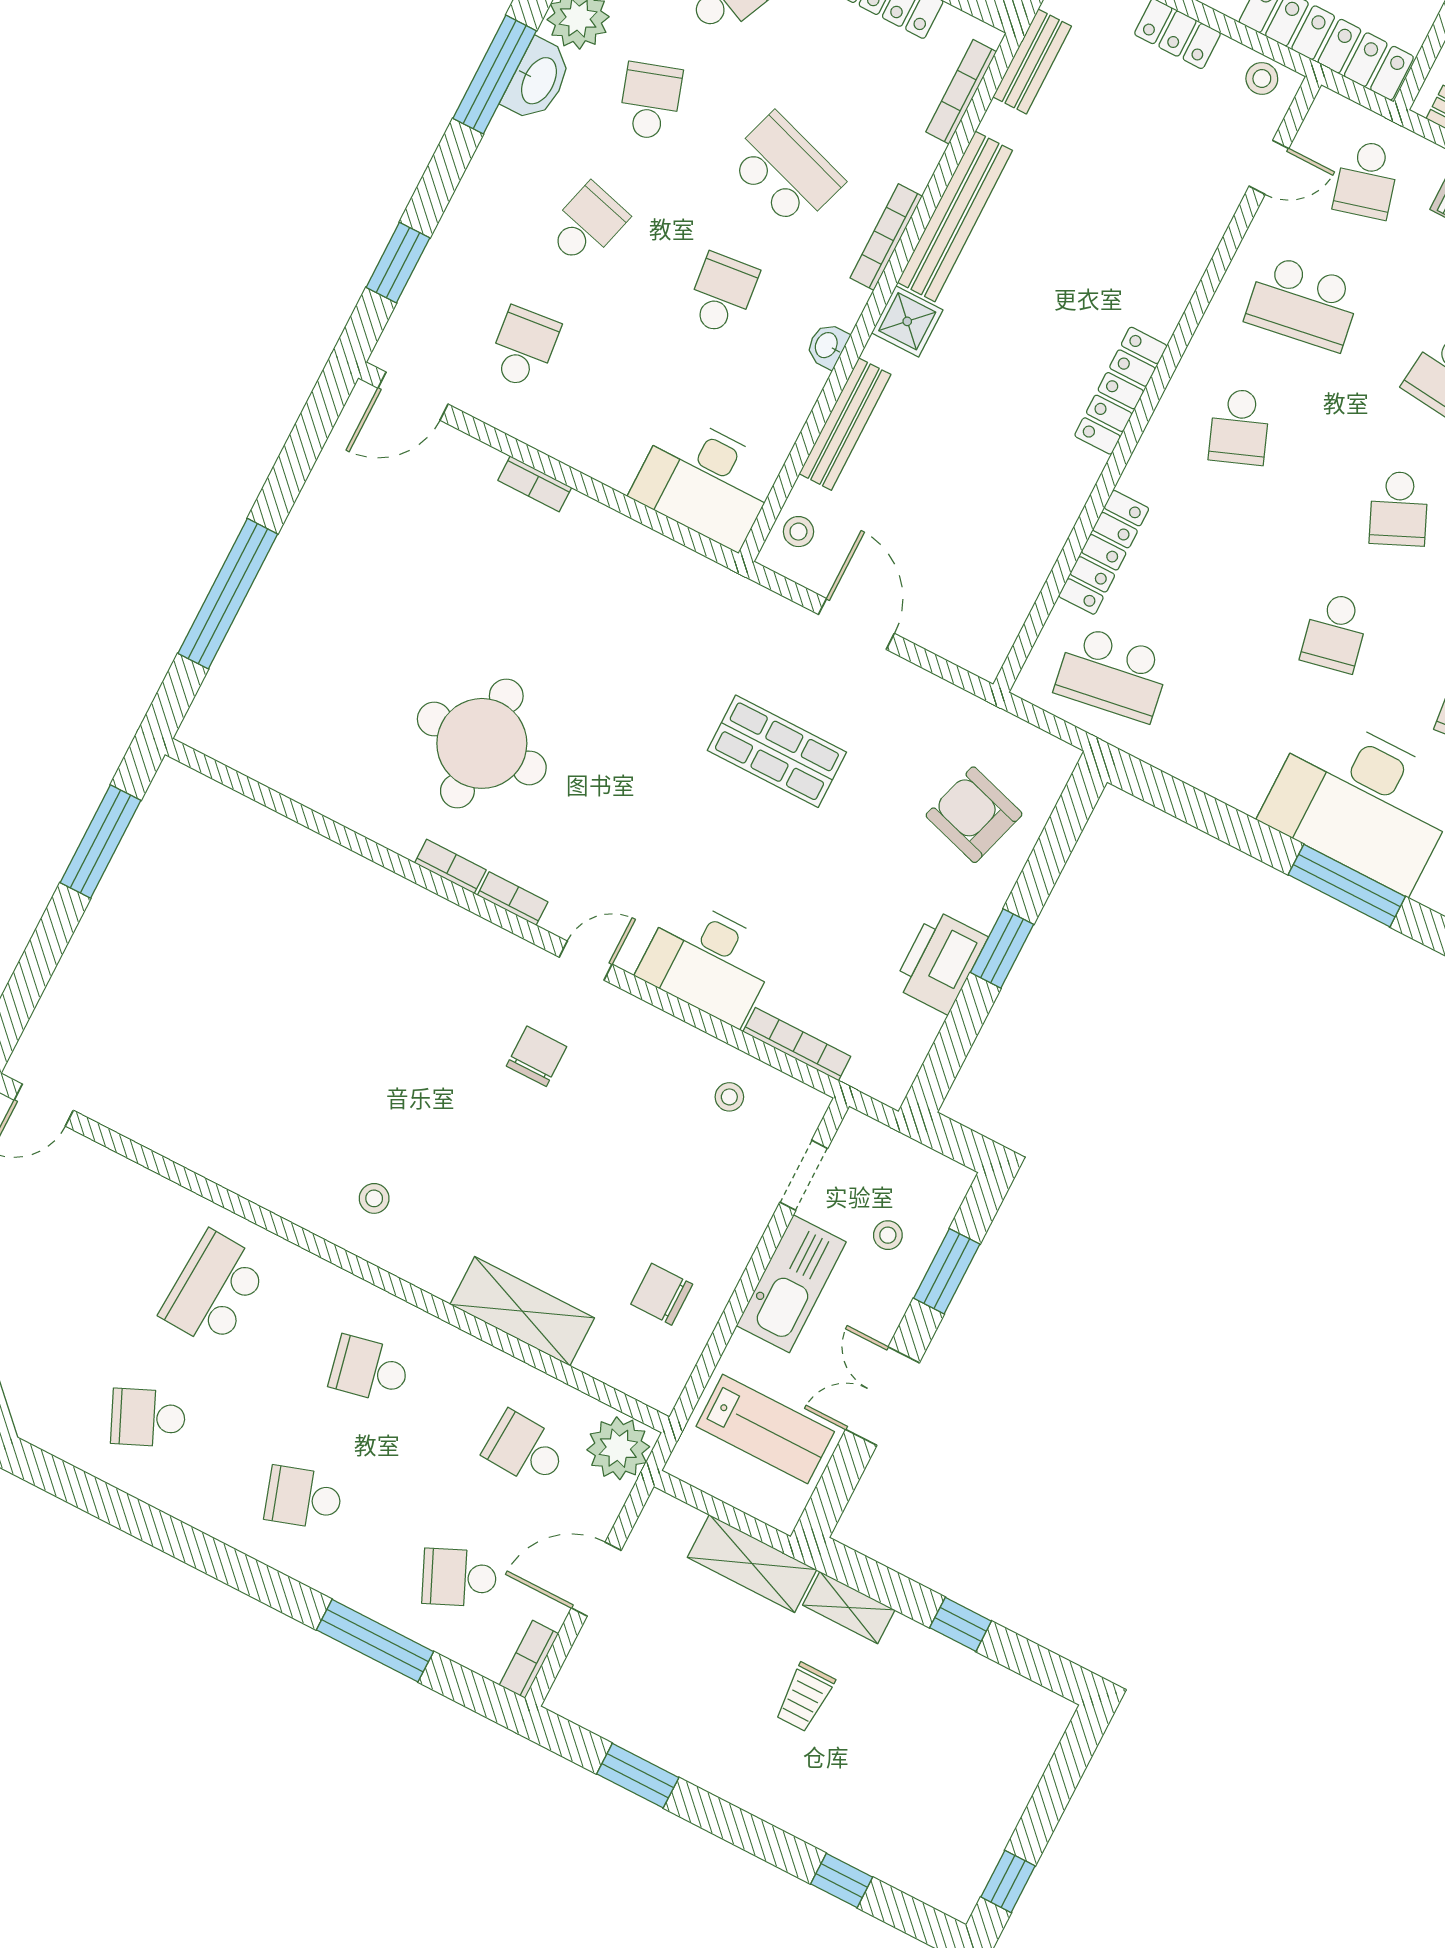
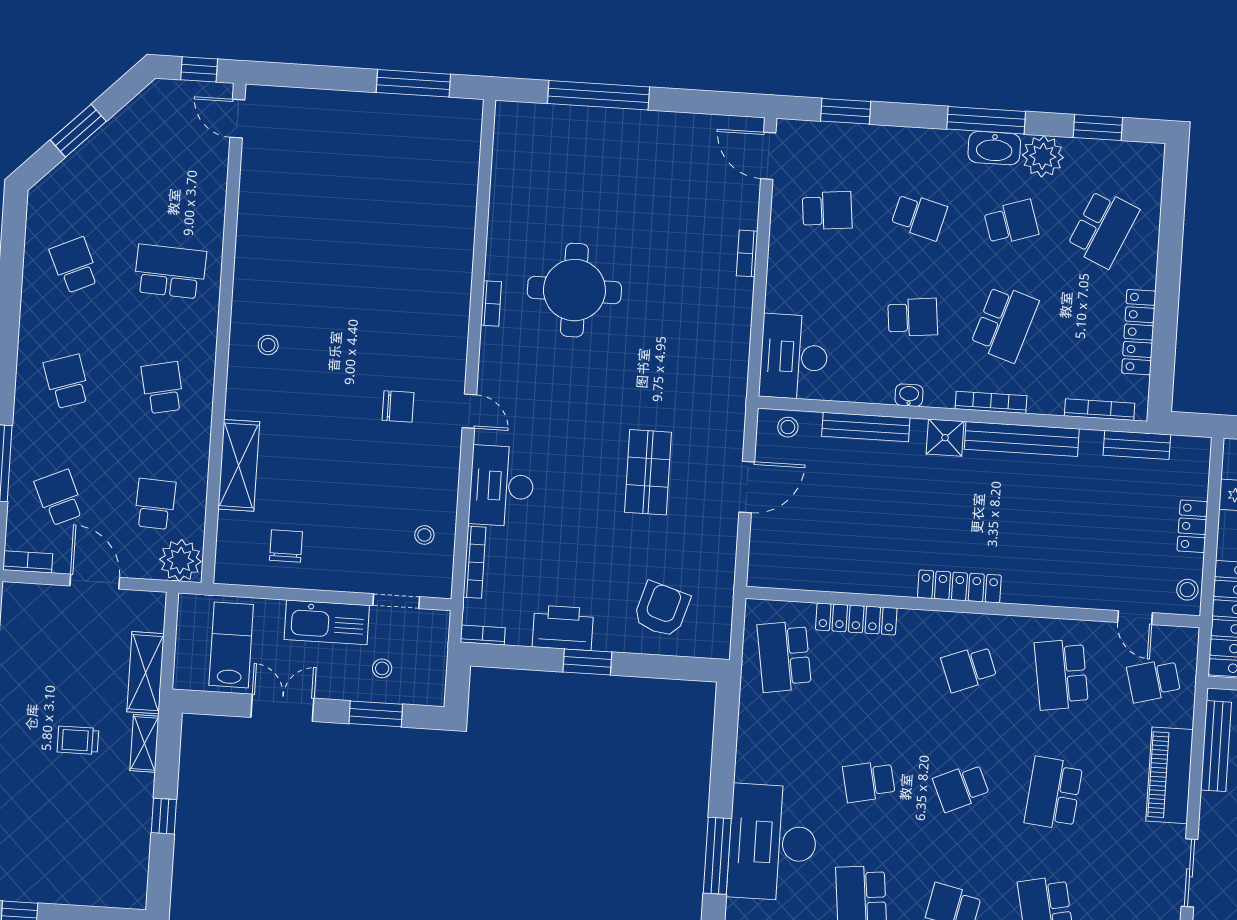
bookcase: (513, 899) -> (483, 635), moved, turned -90
lab bench: (765, 1429) -> (231, 645), turned 180

